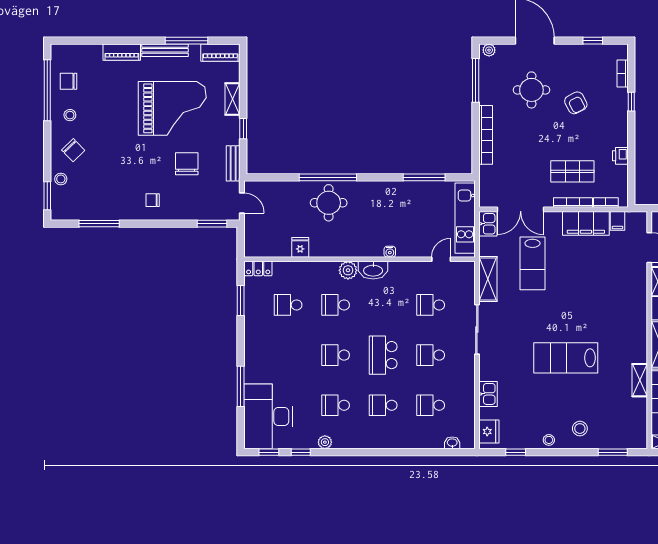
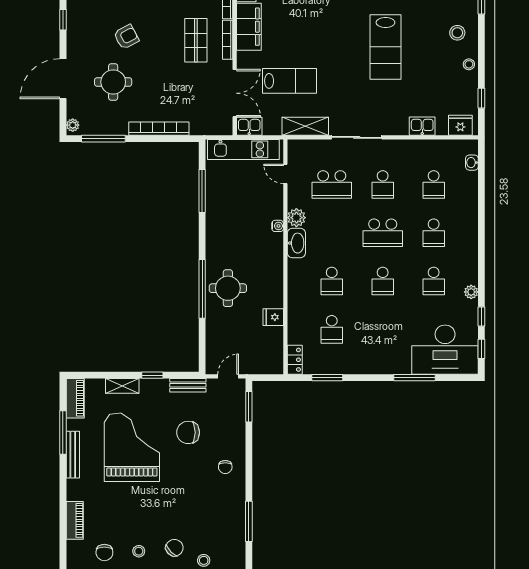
piano: (122, 52) -> (75, 520), moved
plant: (348, 270) -> (296, 218), moved
school desk: (431, 305) -> (332, 184), width x1.85

